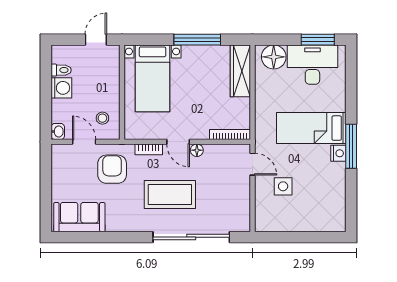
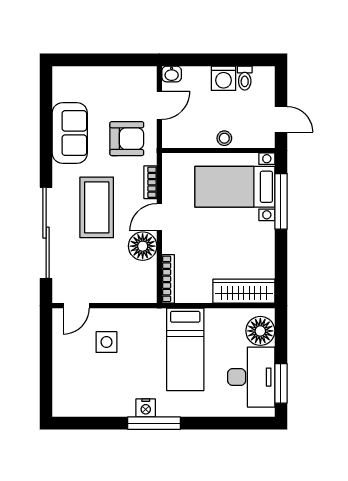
window: (197, 40) -> (281, 201), moved
stool: (102, 118) -> (224, 138), moved
bed: (311, 128) -> (185, 349), moved, turned 180
floor lamp: (197, 150) -> (143, 246), width x1.89, depth x1.89
door: (252, 164) -> (76, 306), moved
sofa: (79, 217) -> (70, 133), moved

